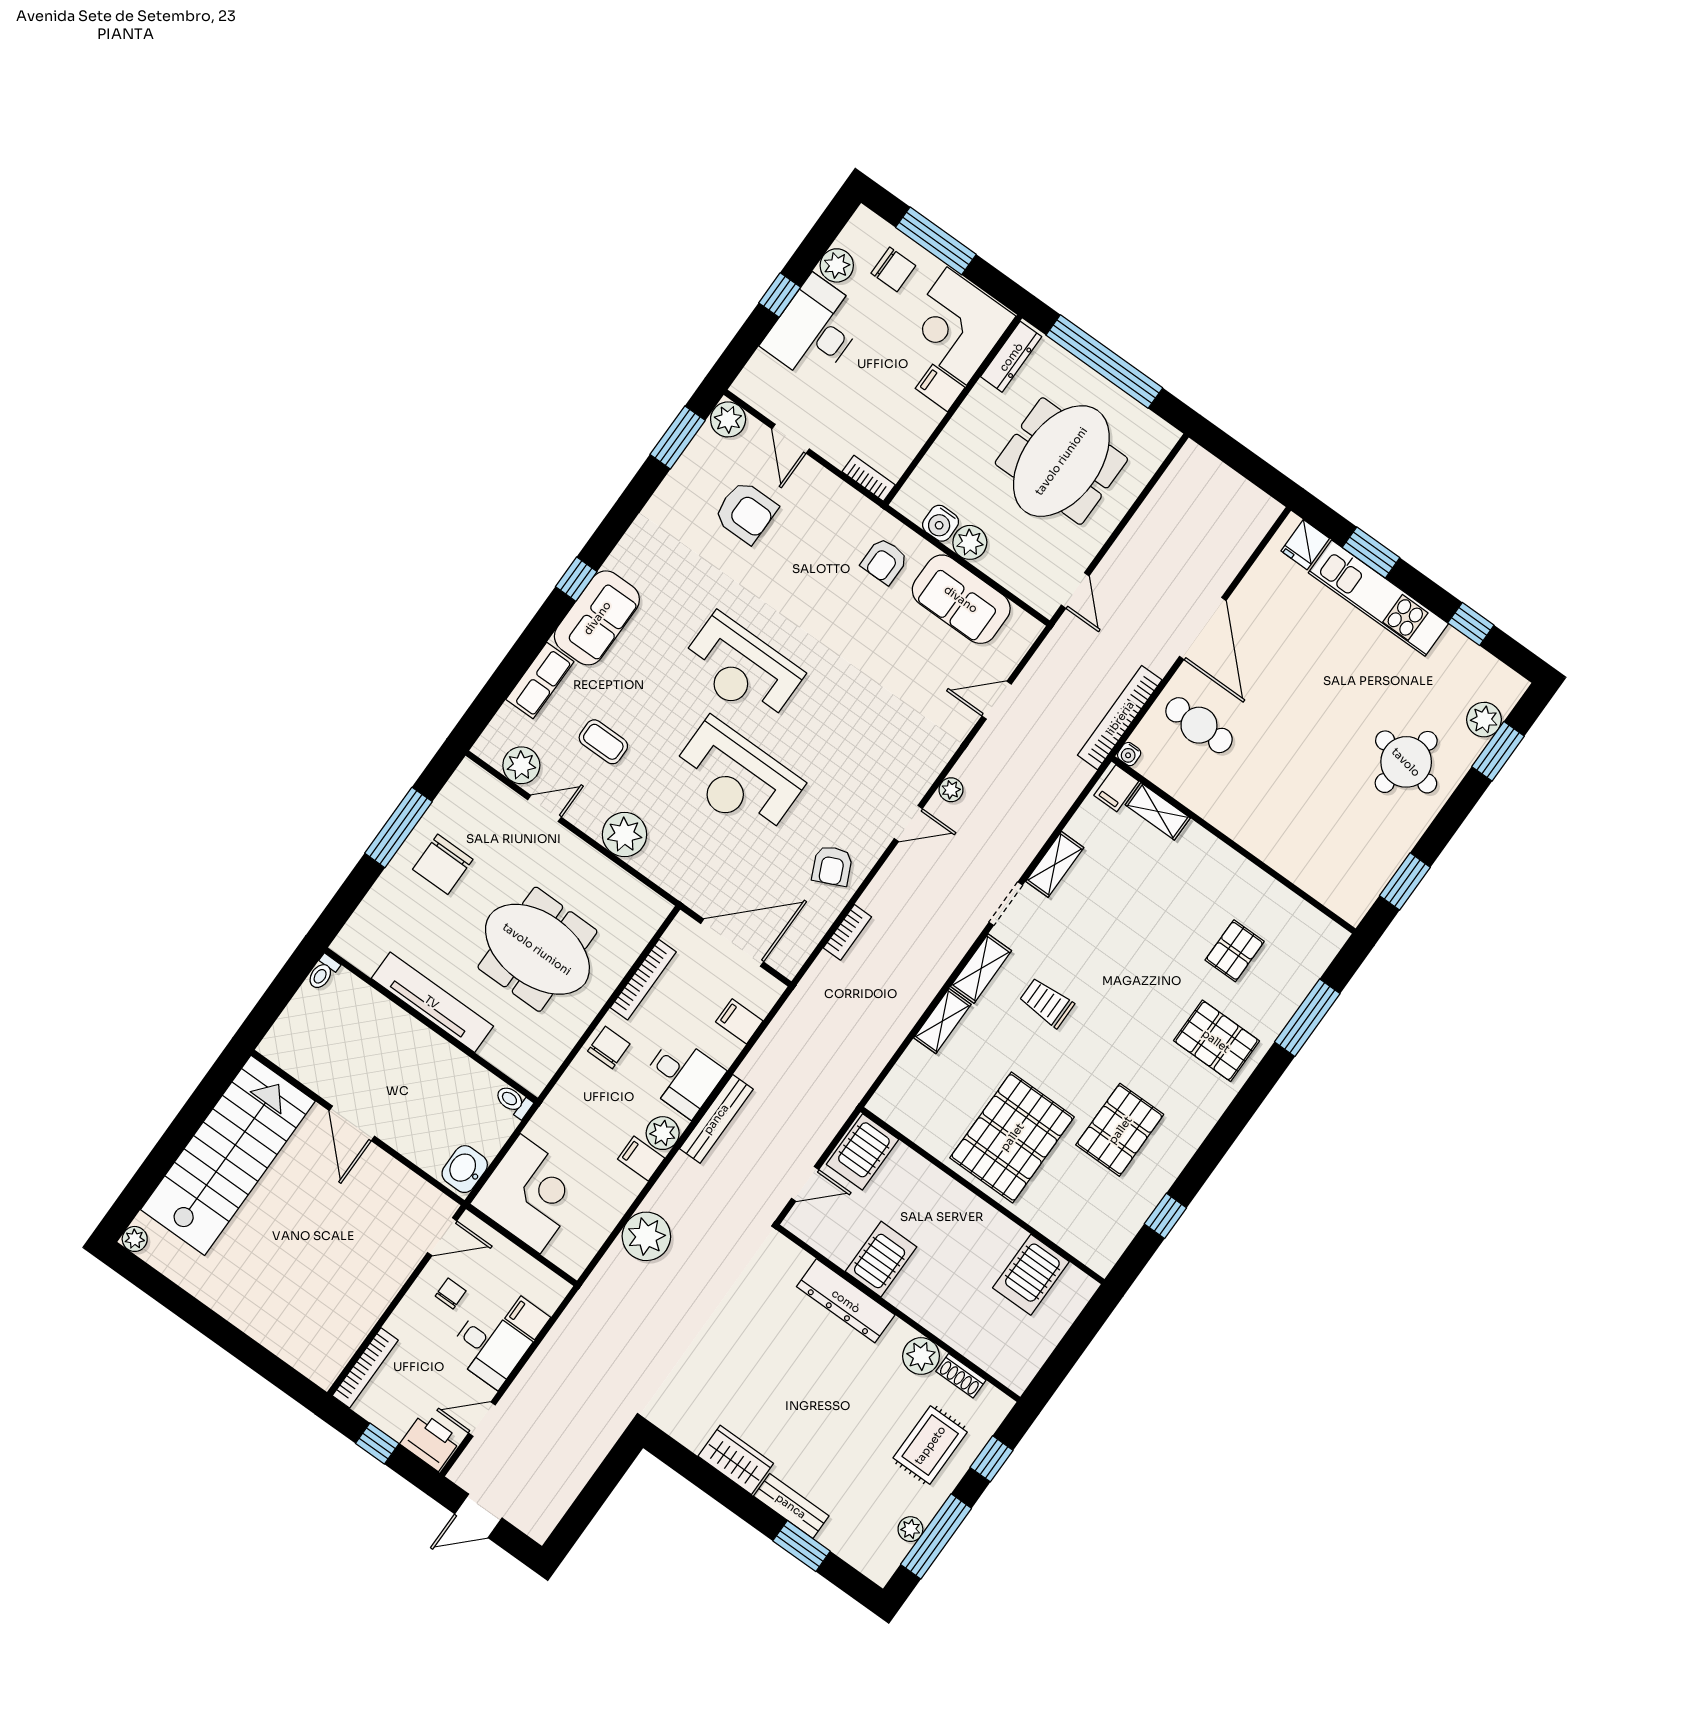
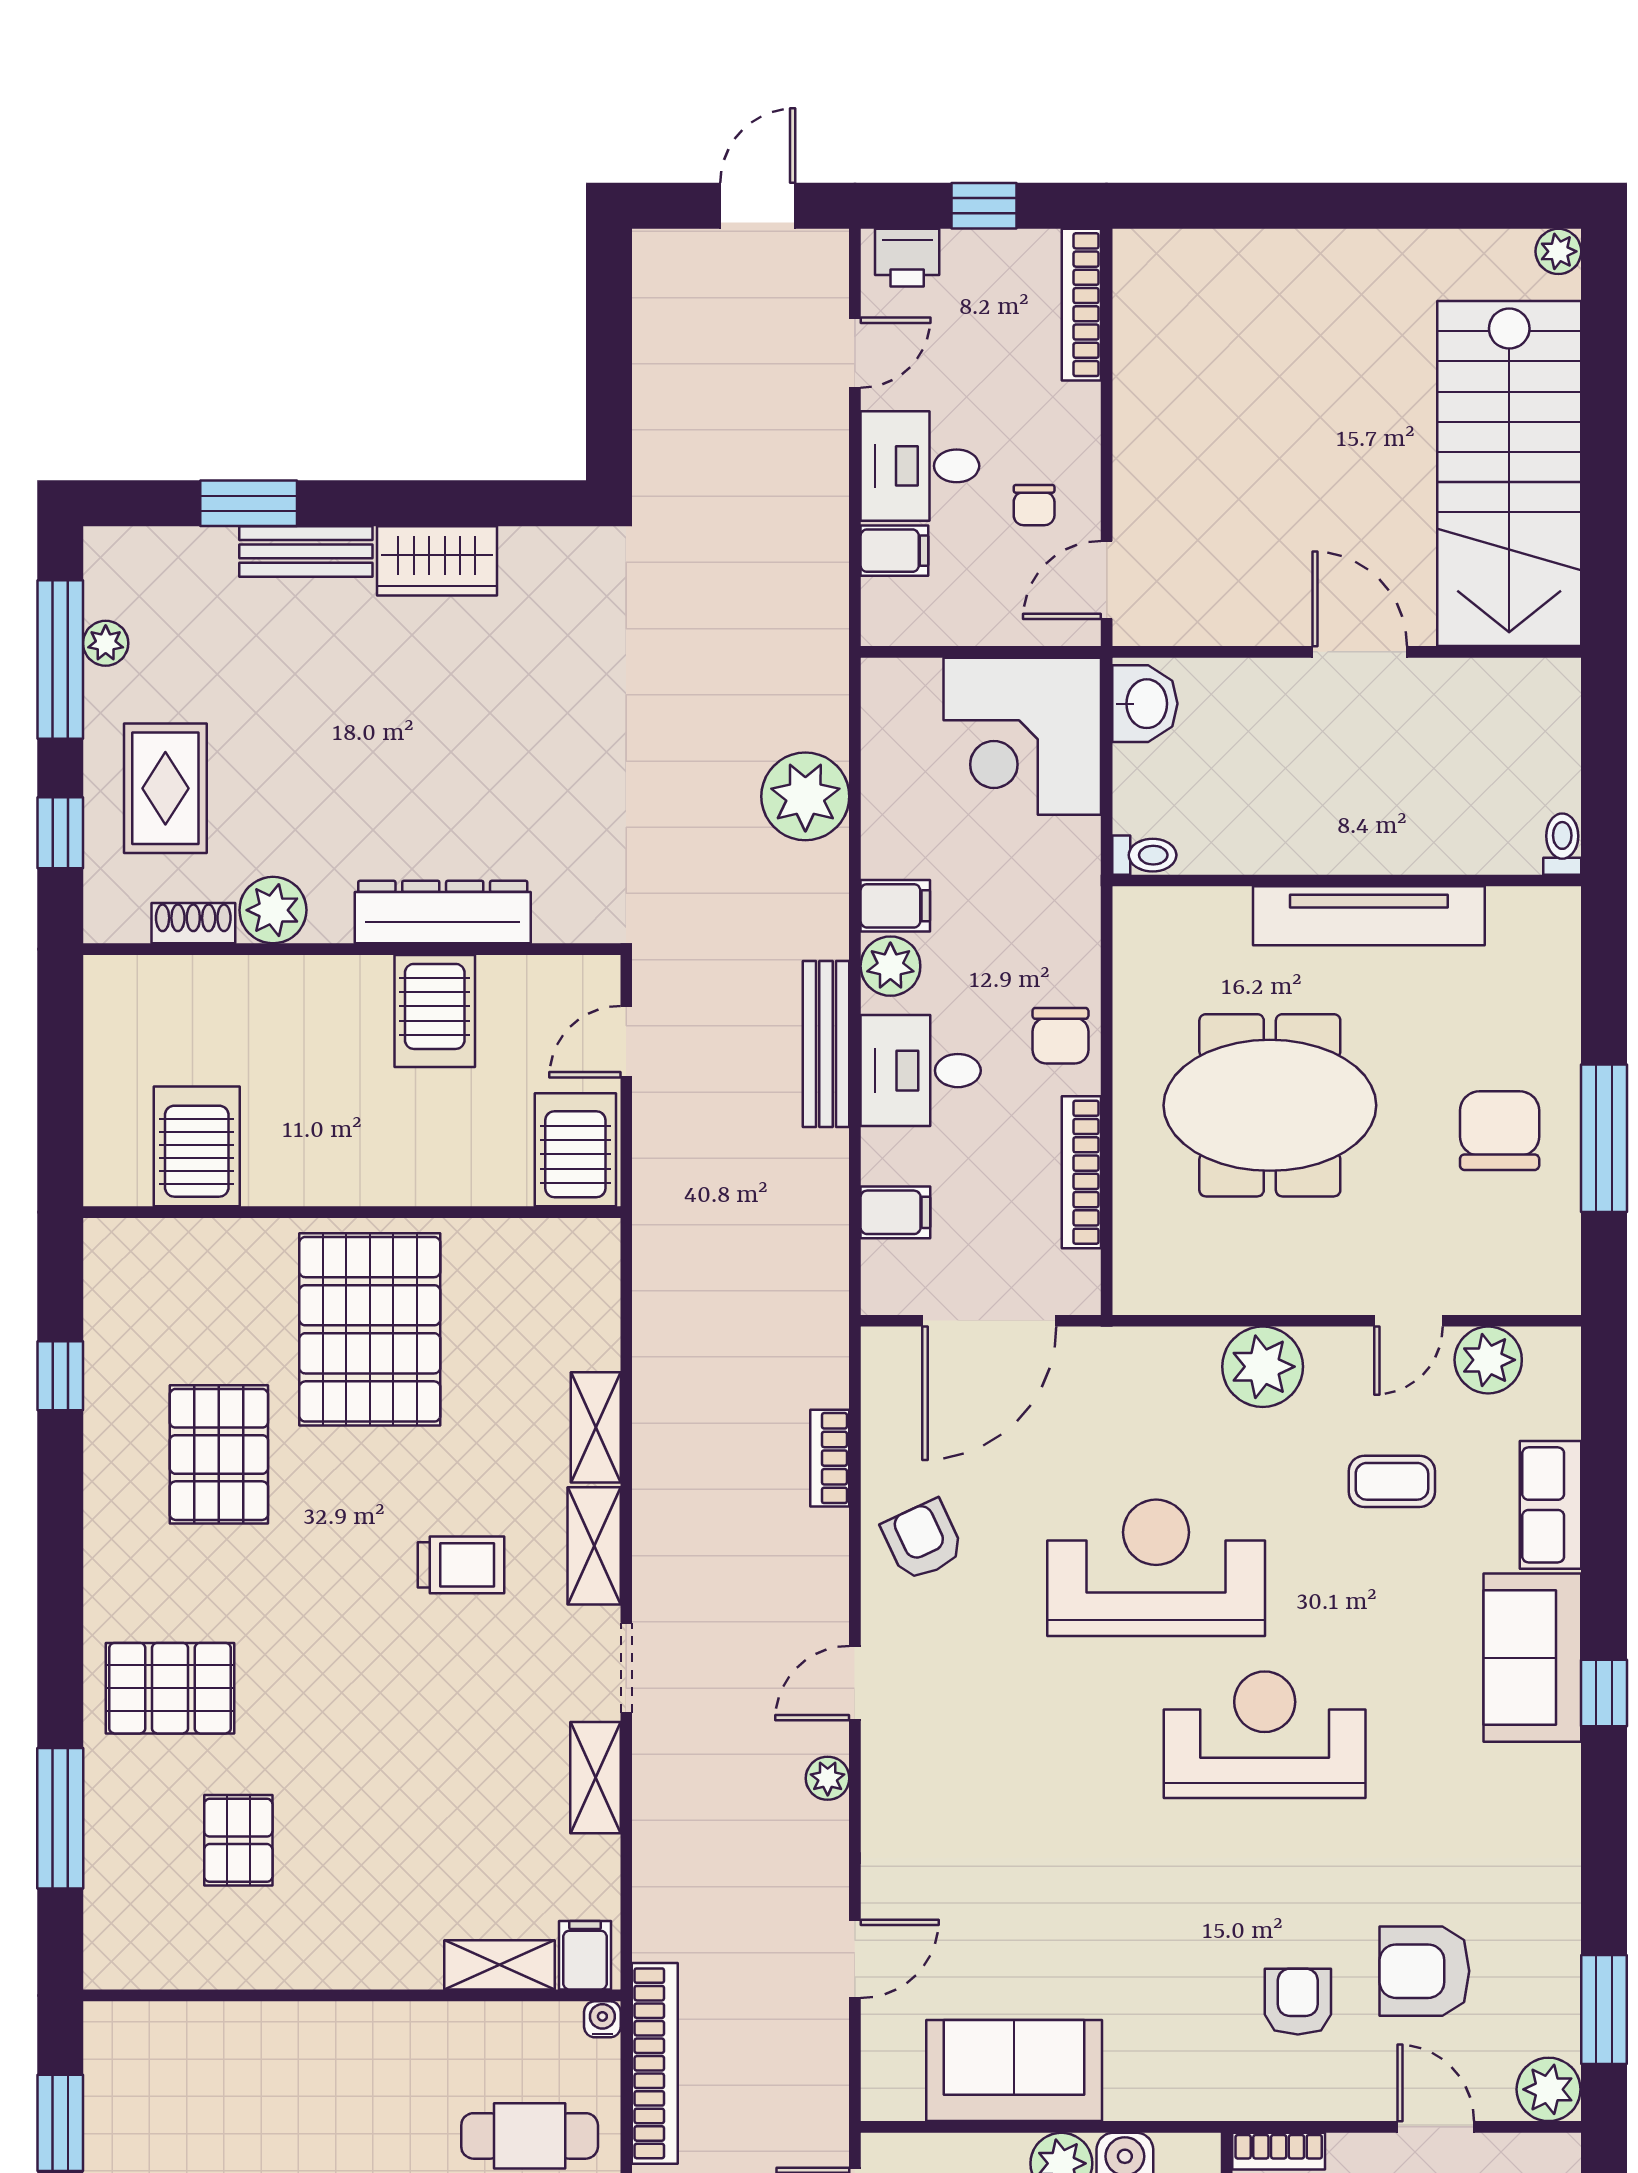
armchair: (884, 561) -> (1298, 2002), moved
printer: (430, 1442) -> (907, 258), width x0.73, depth x0.81

